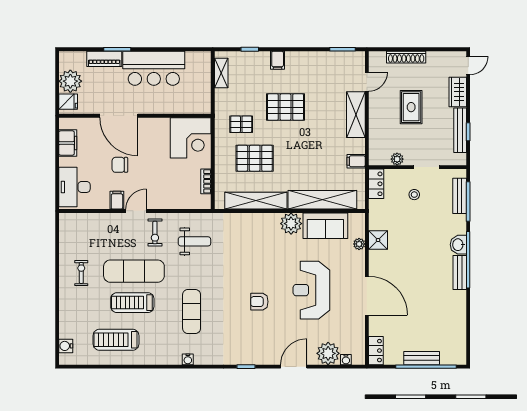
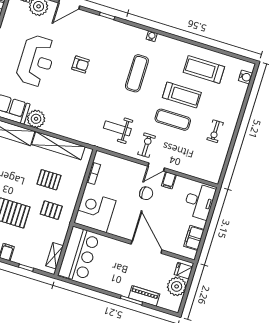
bar counter: (154, 68) -> (79, 255), moved, turned 90
pallet: (255, 158) -> (49, 180), width x0.67, depth x0.71
chair: (120, 165) -> (146, 193), moved
exercise mat: (134, 271) -> (173, 120), width x0.73, depth x0.69
treadmill: (116, 340) -> (204, 69), turned 180

